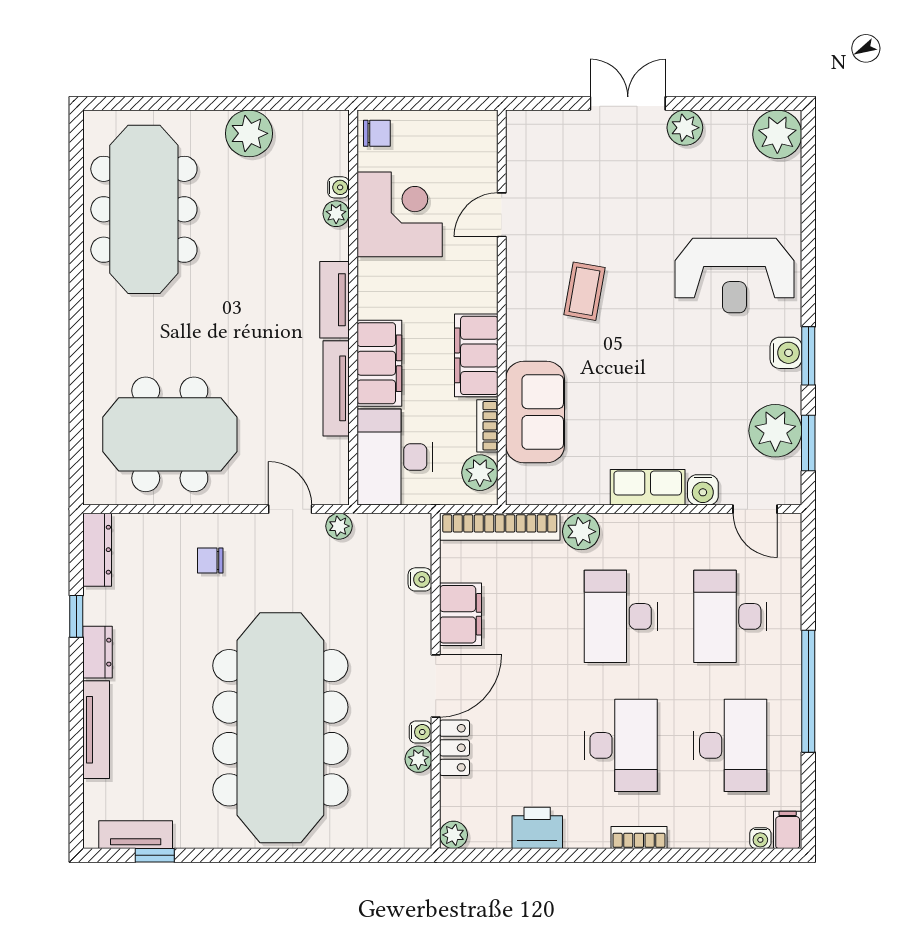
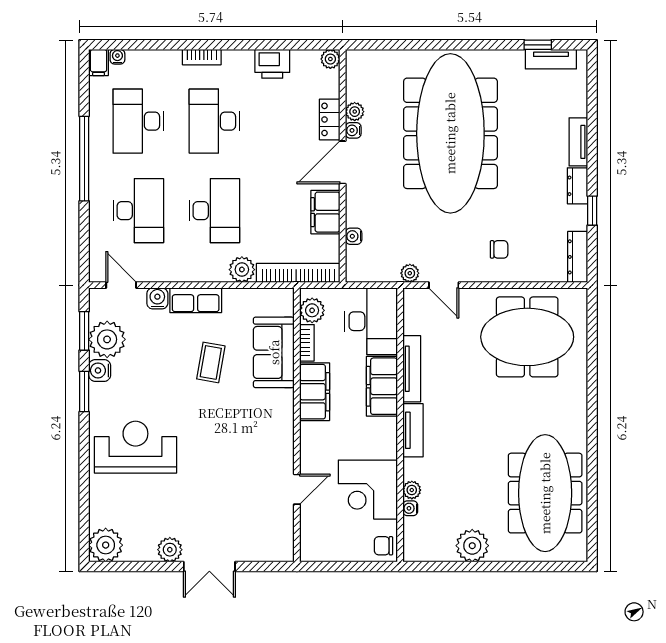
coffee table: (584, 291) -> (211, 362), moved
water cooler: (786, 353) -> (100, 370), moved
tv unit: (96, 730) -> (578, 142), width x0.71

